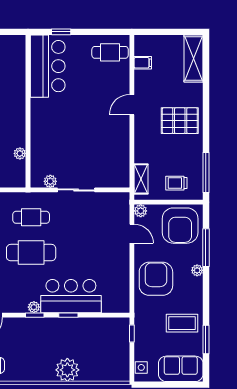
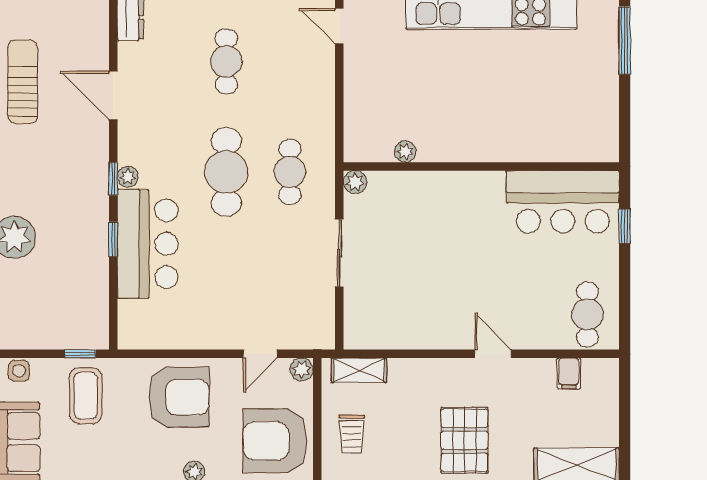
plant: (50, 181) -> (355, 182), moved
trolley: (176, 183) -> (352, 434), turned 180
coffee table: (182, 323) -> (86, 396), moved

